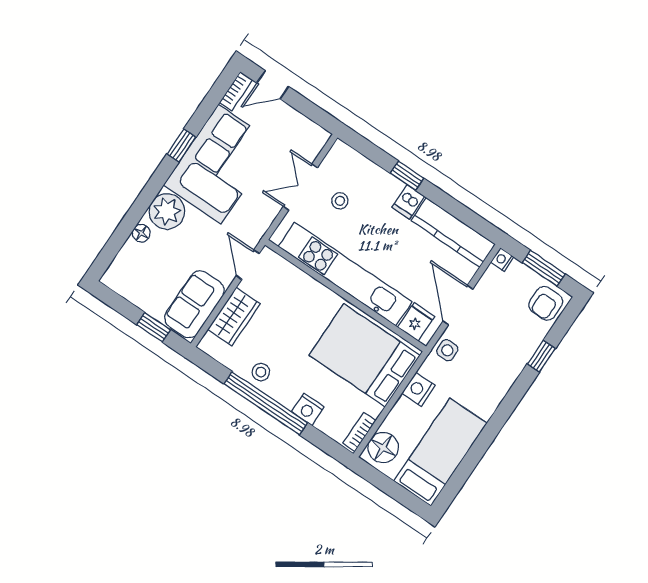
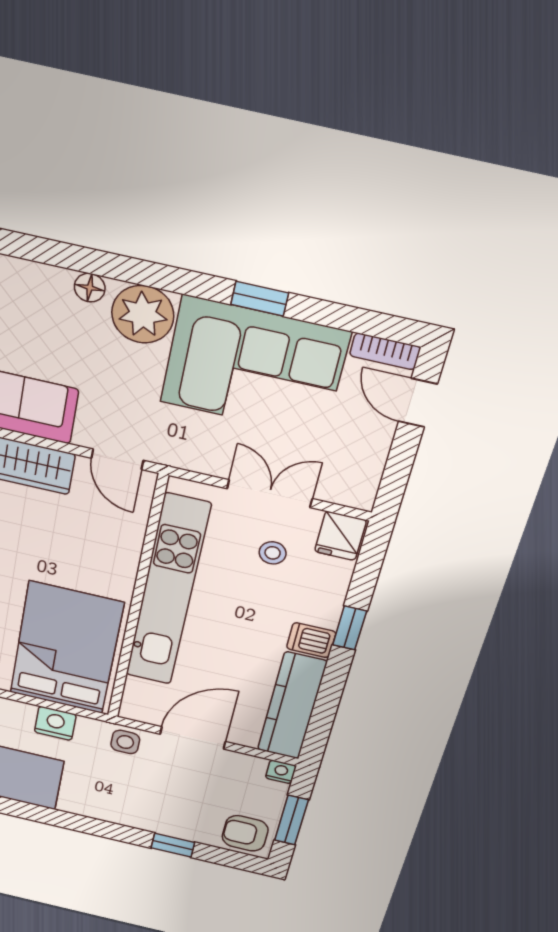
door: (248, 265) -> (117, 459), swing flipped
fridge: (416, 322) -> (340, 536), moved, turned 90

